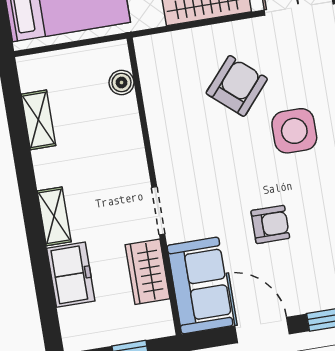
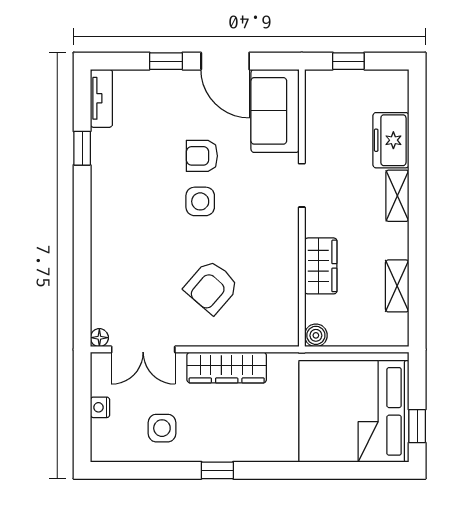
boiler: (122, 82) -> (316, 335), moved
side table: (294, 131) -> (200, 201), moved, width x0.73, depth x0.73
wardrobe: (147, 272) -> (321, 266), moved

